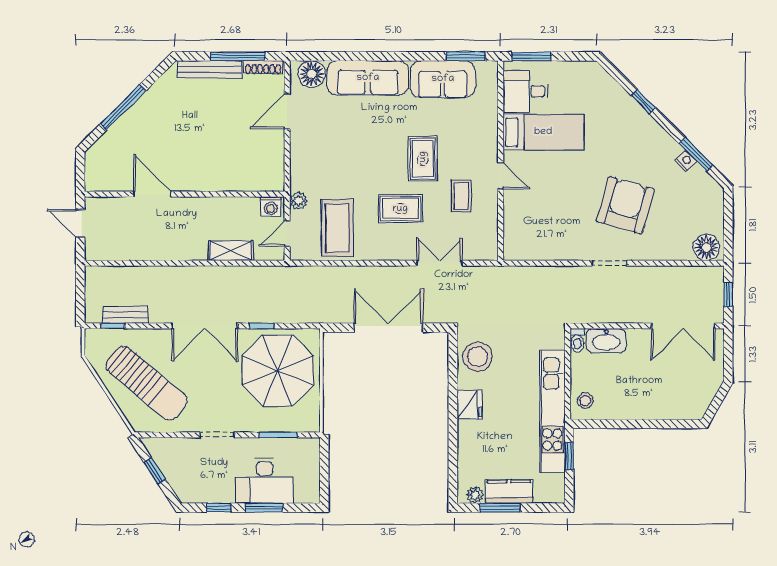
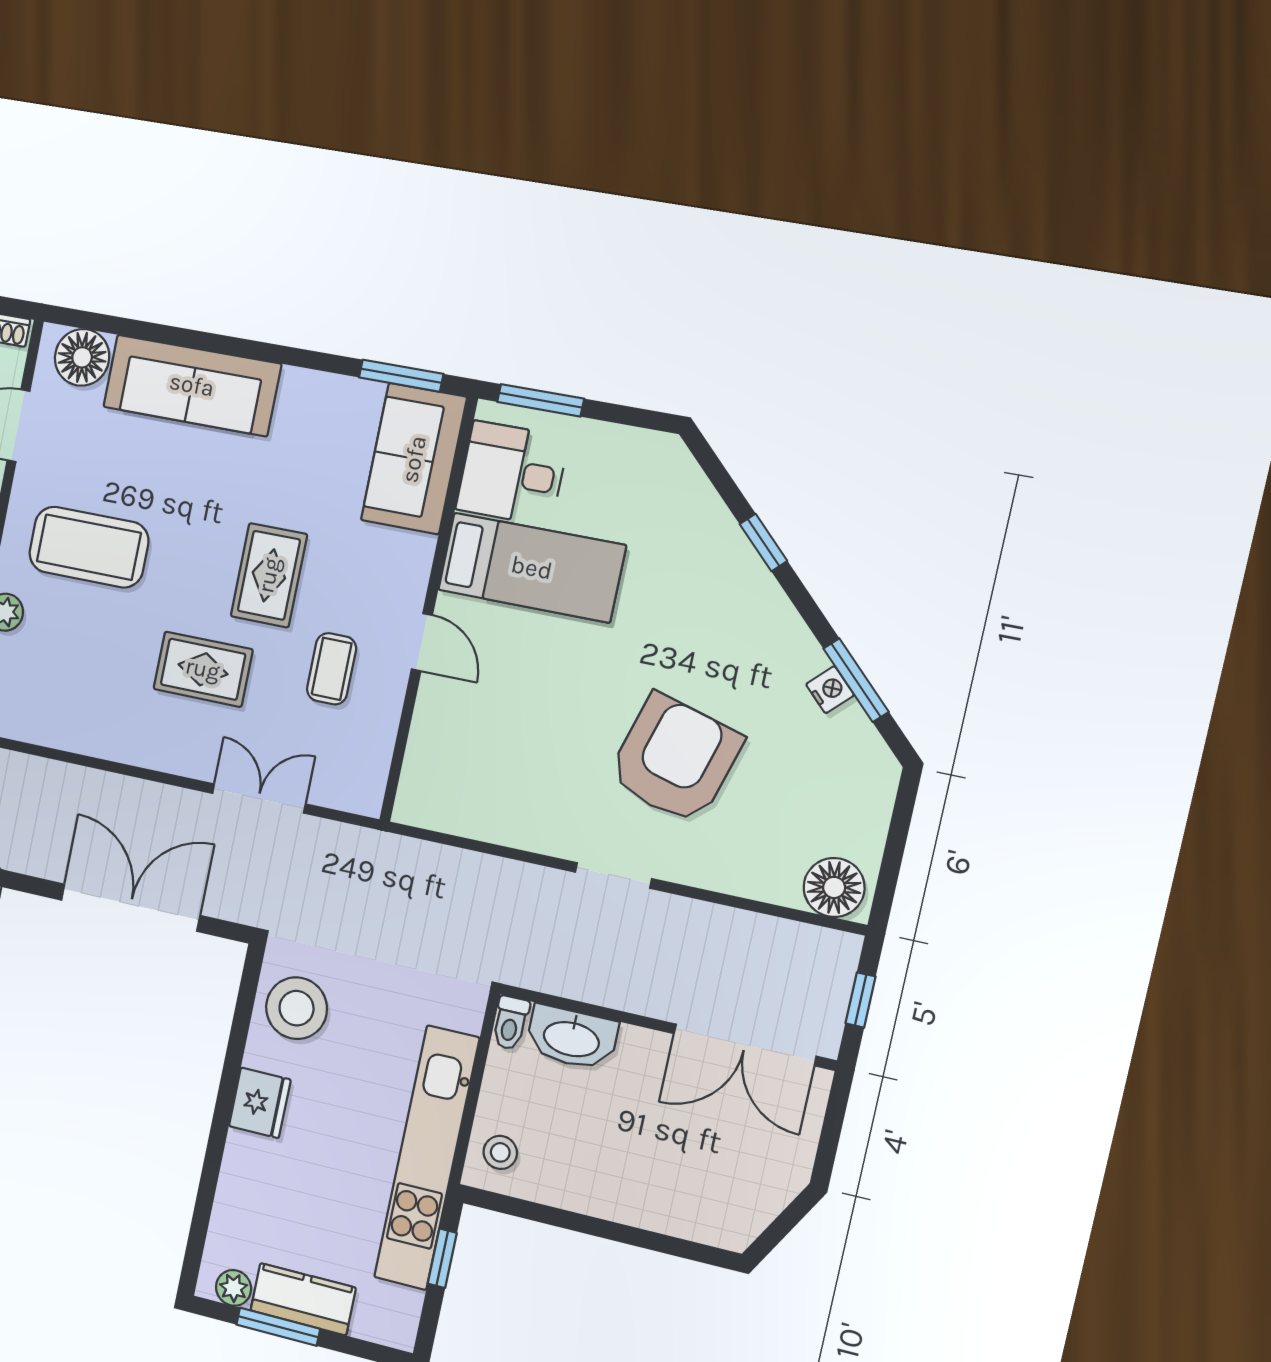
sofa: (443, 79) -> (414, 459), moved, turned 90
coffee table: (337, 228) -> (89, 547), moved, turned 90

